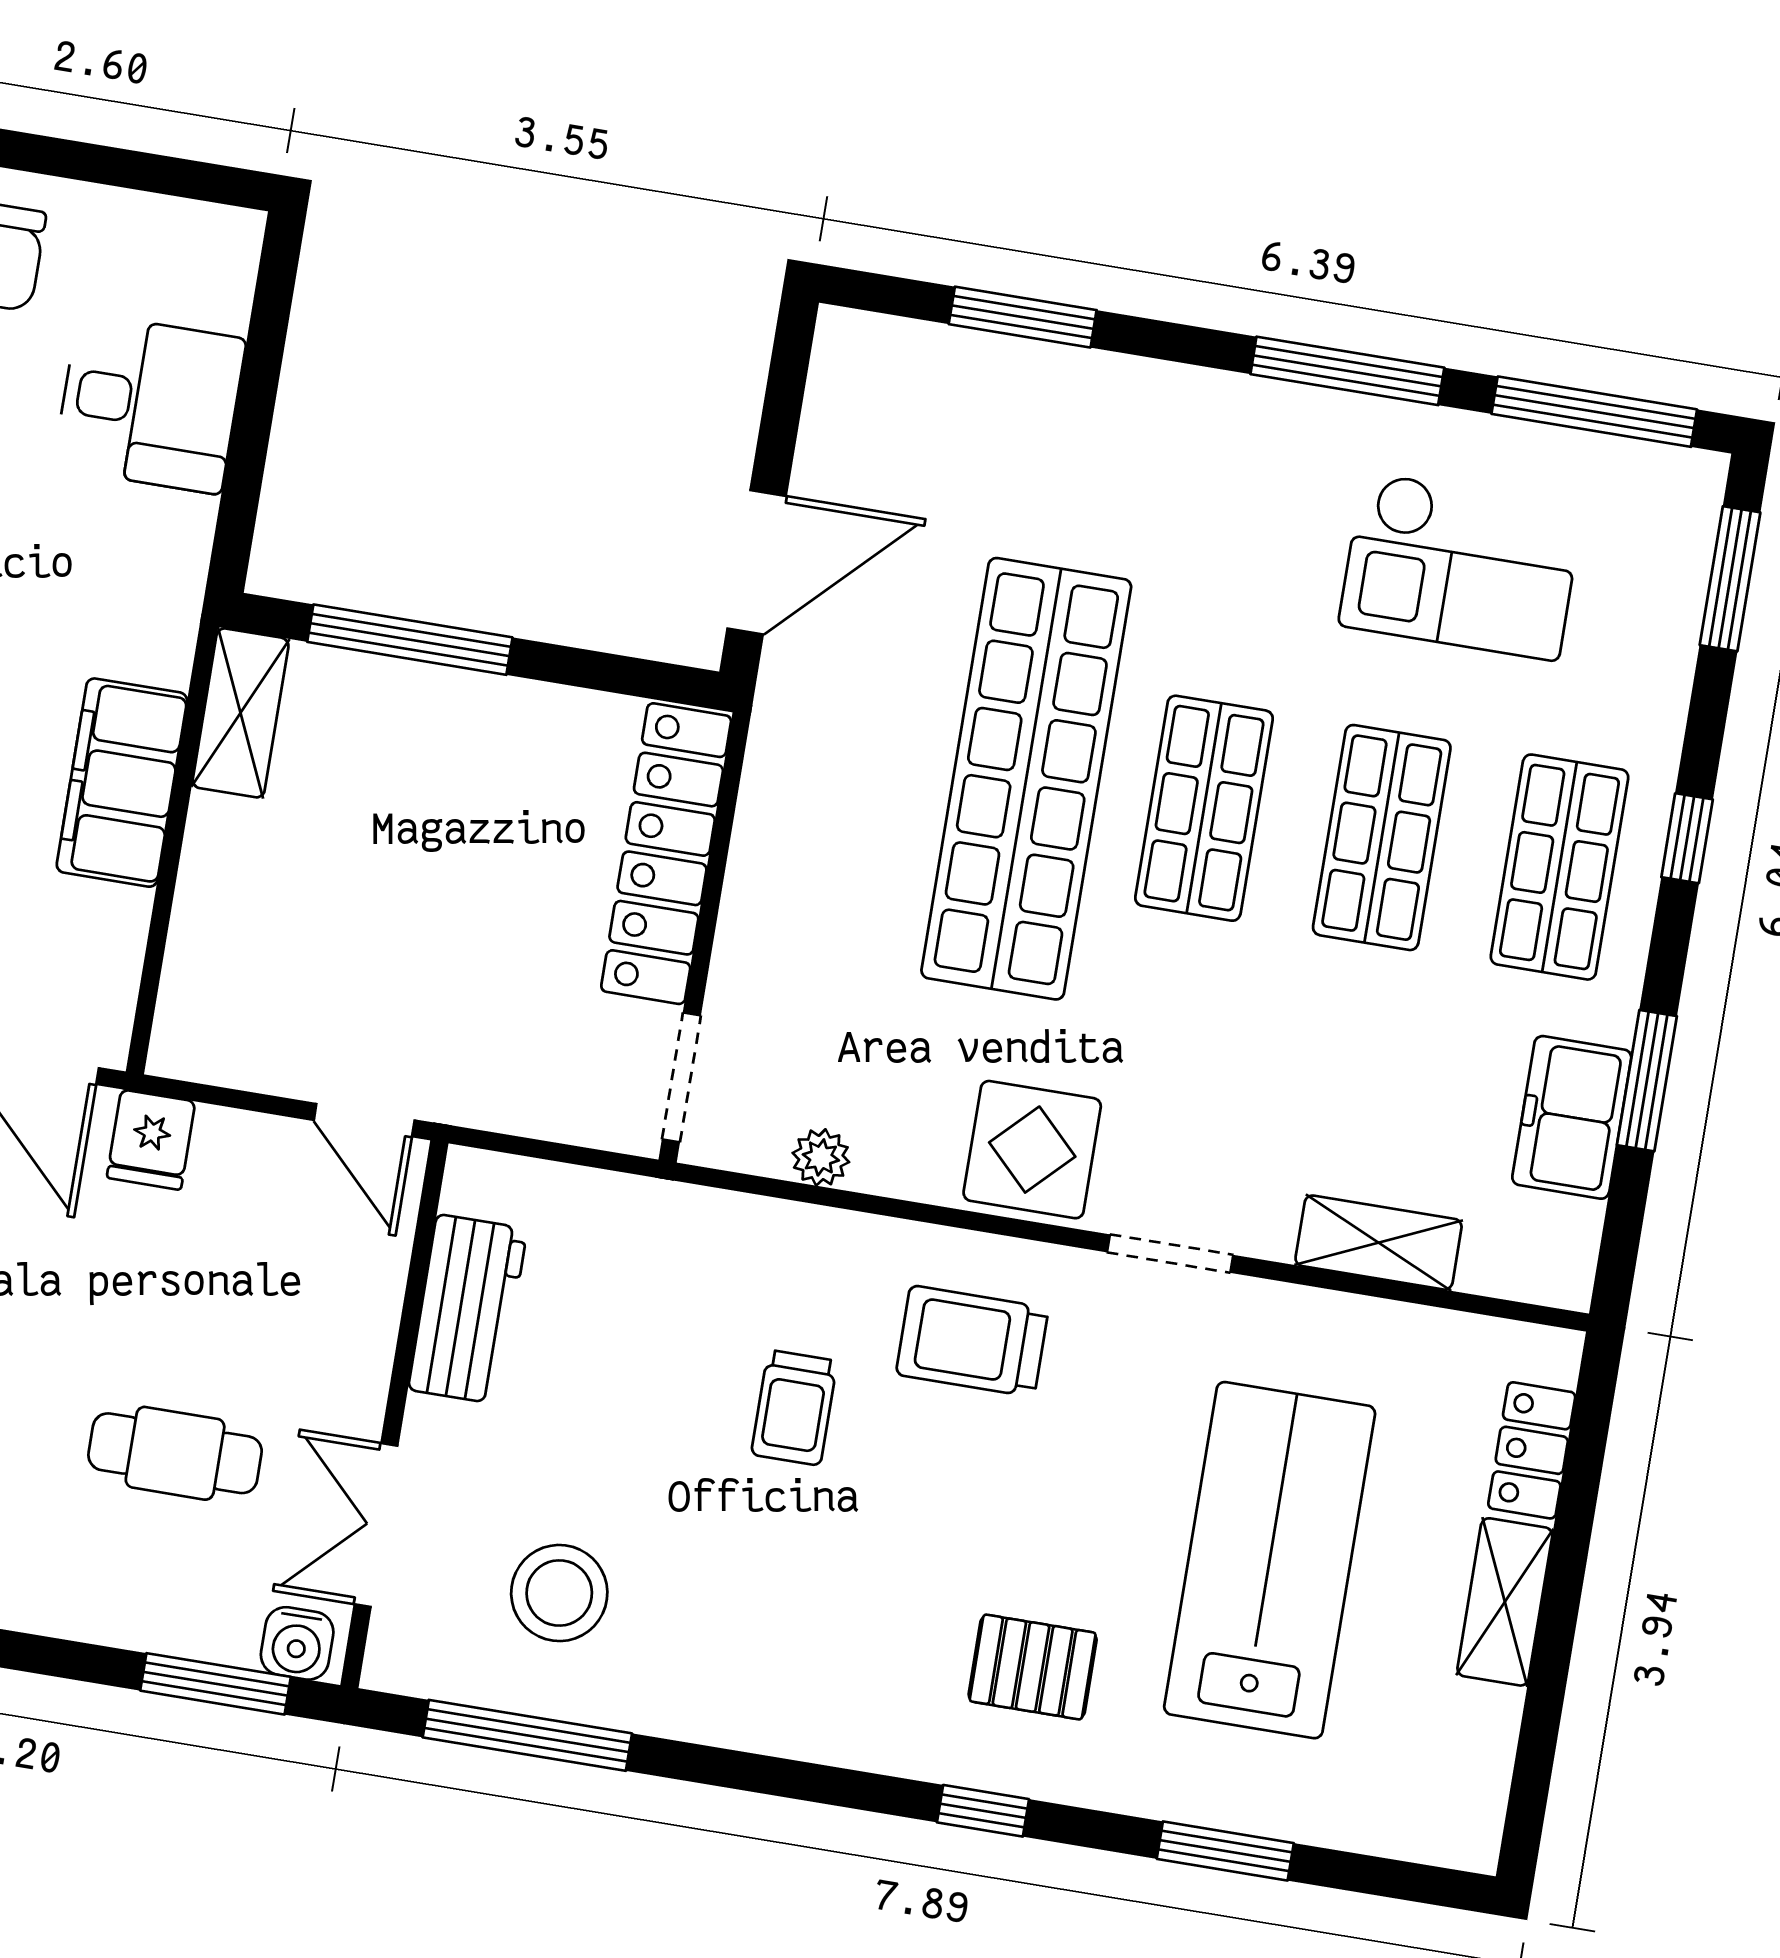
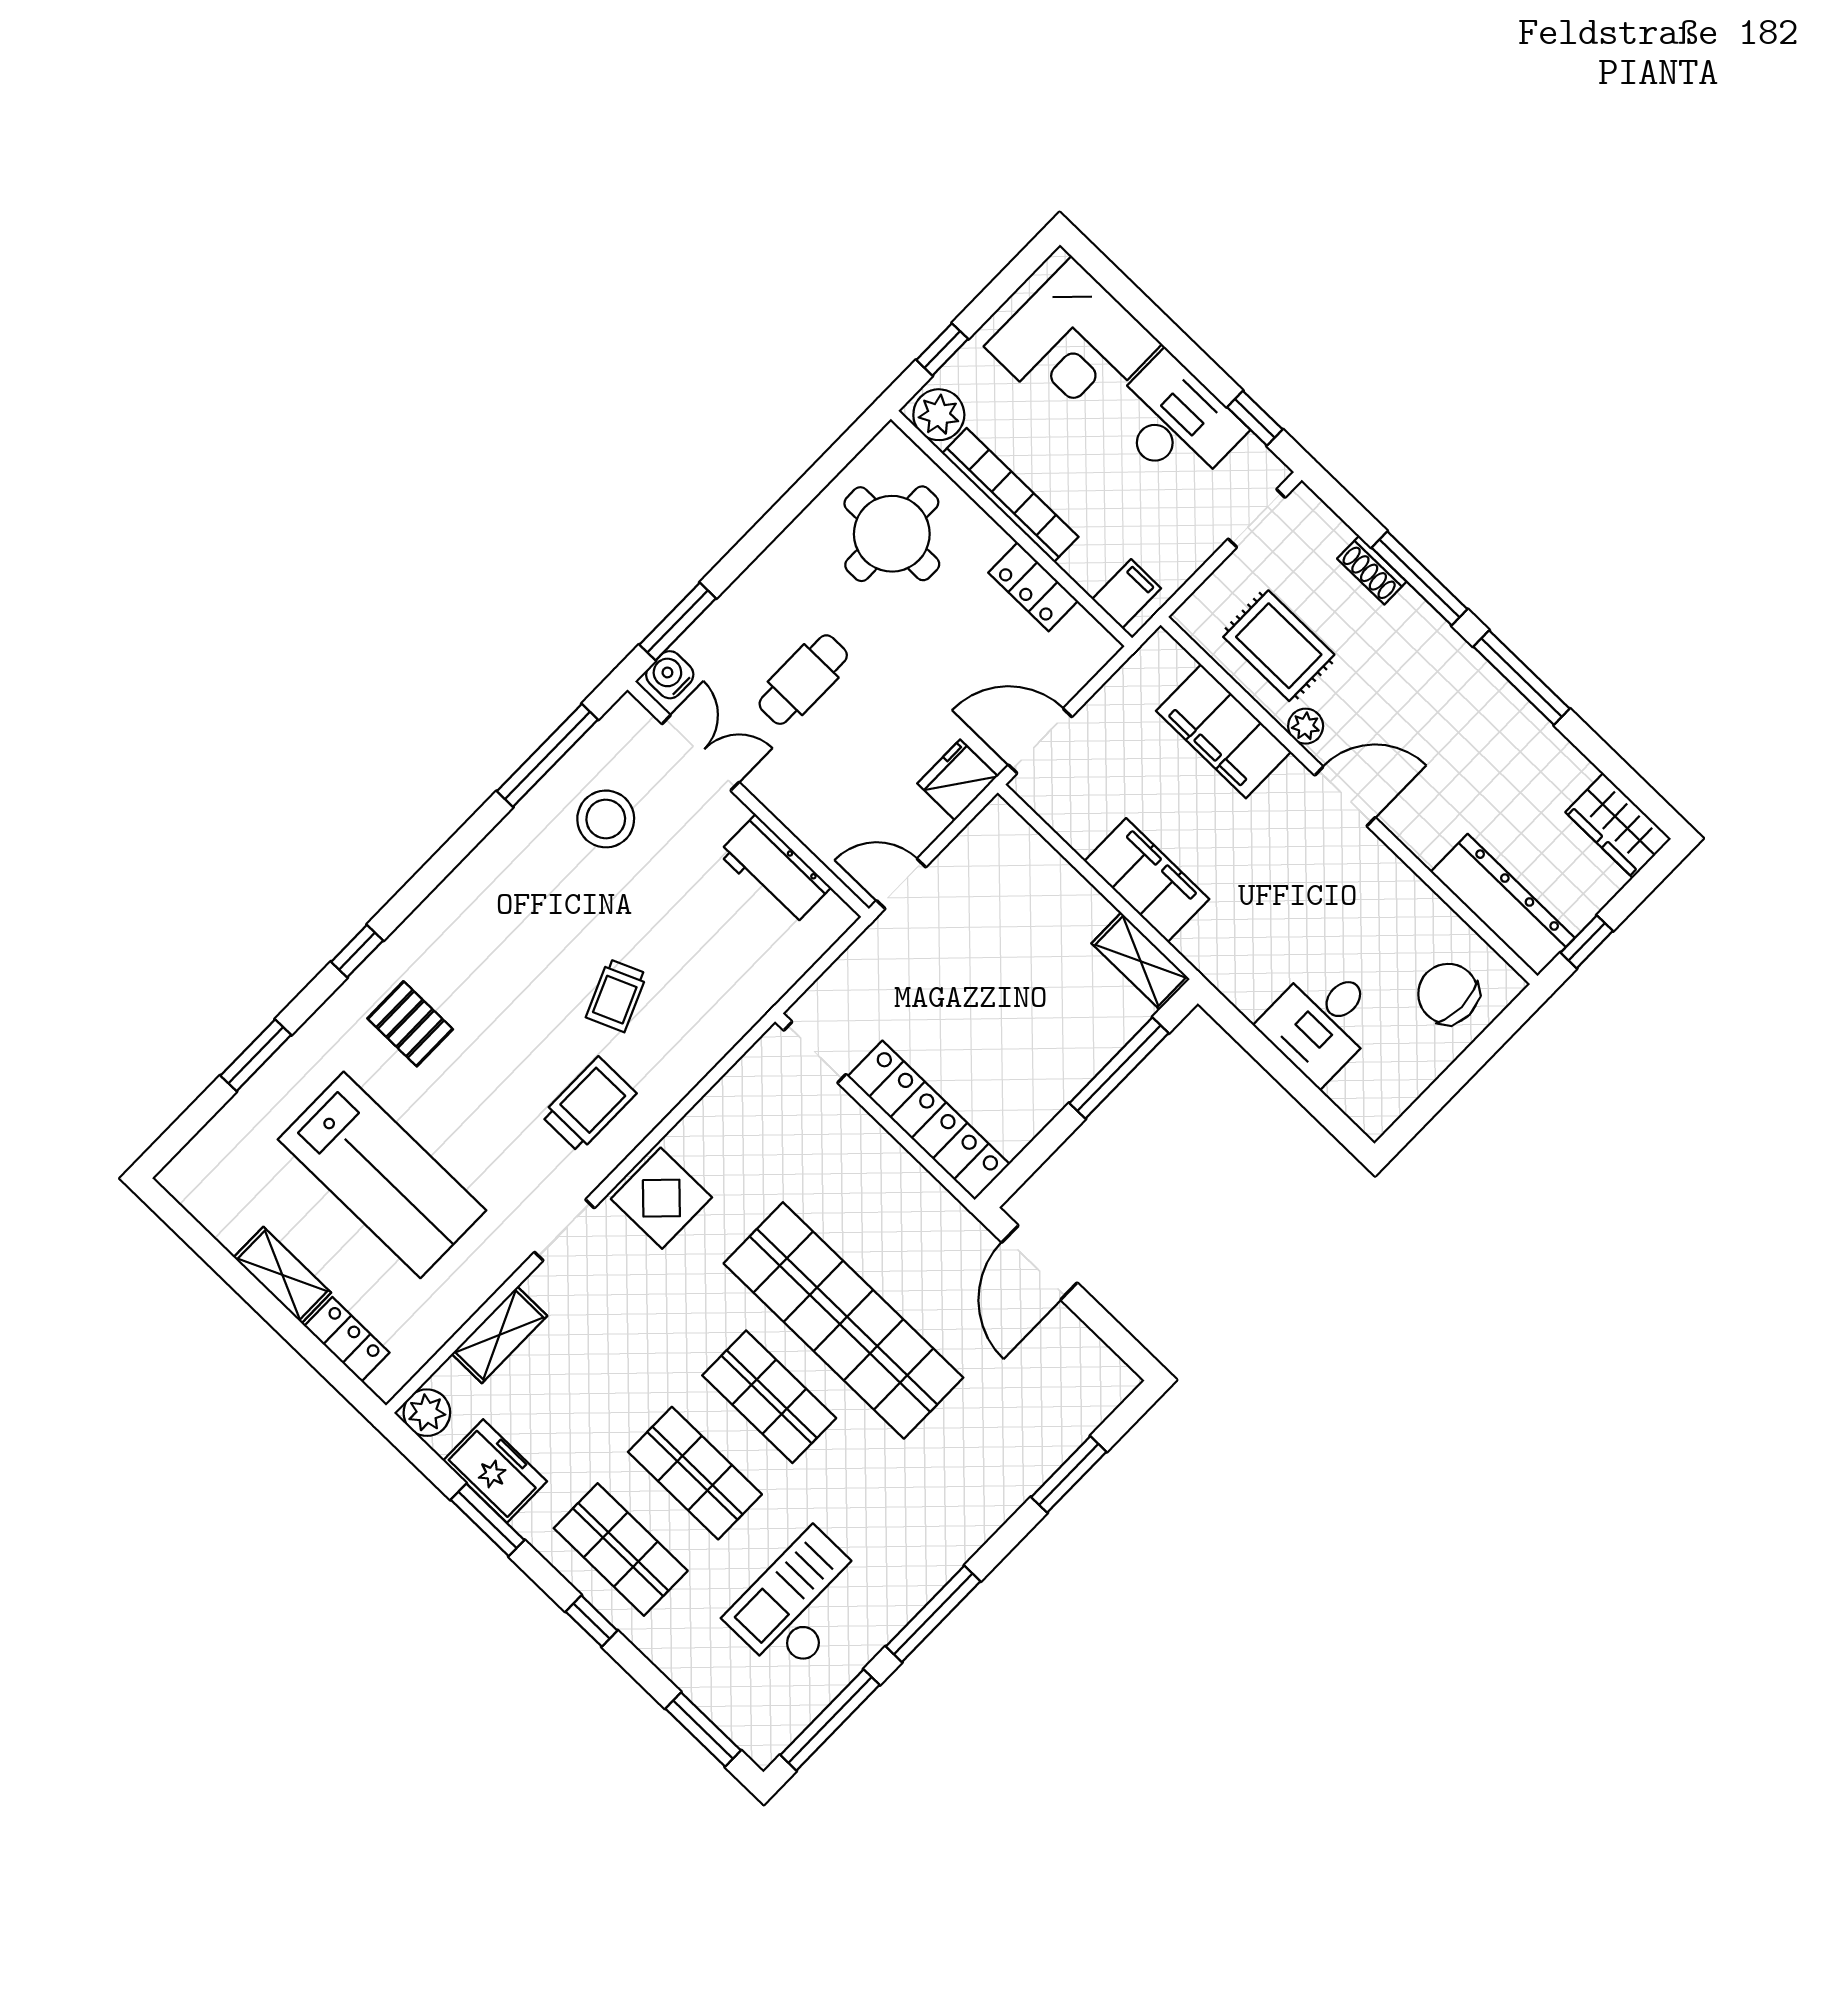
fridge: (151, 1140) -> (958, 780), width x1.38
plant: (821, 1157) -> (427, 1413), moved, width x1.38, depth x1.38
trolley: (794, 1408) -> (616, 996), turned -113
pallet: (1033, 1667) -> (410, 1024), turned 90

